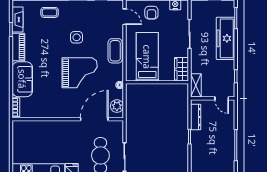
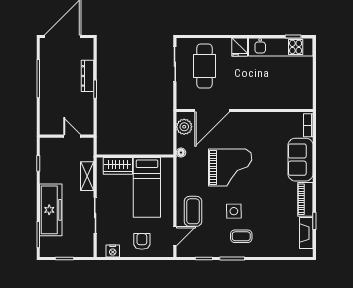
coffee table: (50, 12) -> (241, 236), moved
door: (125, 17) -> (175, 236), swing flipped
coffee table: (115, 51) -> (193, 211), moved
wardrobe: (181, 69) -> (118, 166), moved, turned 90
grand piano: (80, 73) -> (230, 168), turned 180
shelving: (196, 85) -> (87, 176), moved
door: (222, 98) -> (72, 136), moved
dresser: (196, 117) -> (88, 76), moved

